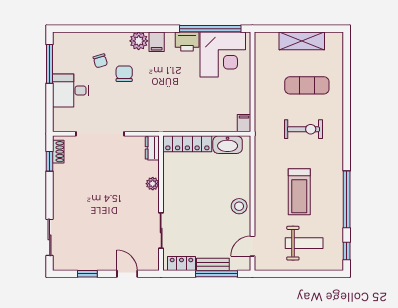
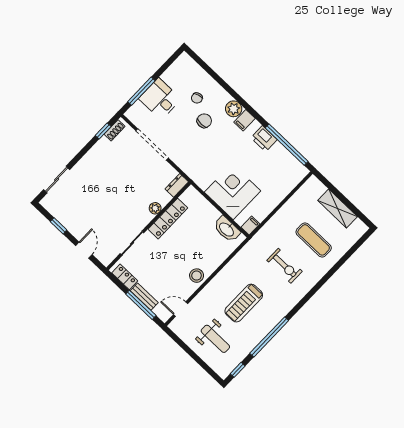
corner desk: (223, 55) -> (233, 192), moved, turned 180
window: (50, 64) -> (141, 91), moved
locker: (187, 144) -> (168, 219), moved, turned -90

